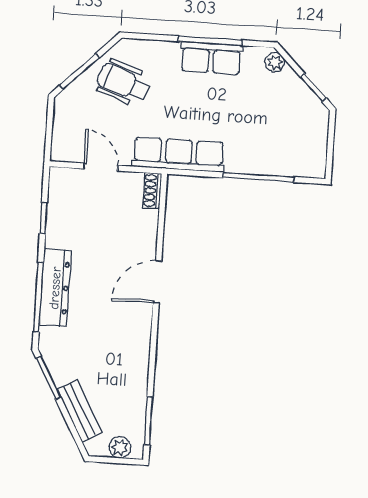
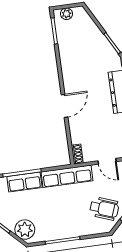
row of seats: (211, 58) -> (24, 182), moved, turned 180
plant: (275, 62) -> (25, 230), width x1.88, depth x1.88
bench: (79, 411) -> (92, 29), removed

